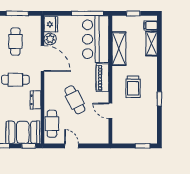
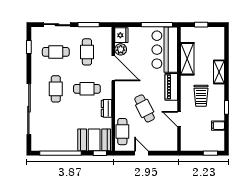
filing cabinet: (151, 26) -> (218, 126), moved
shelving: (152, 44) -> (219, 72), moved

